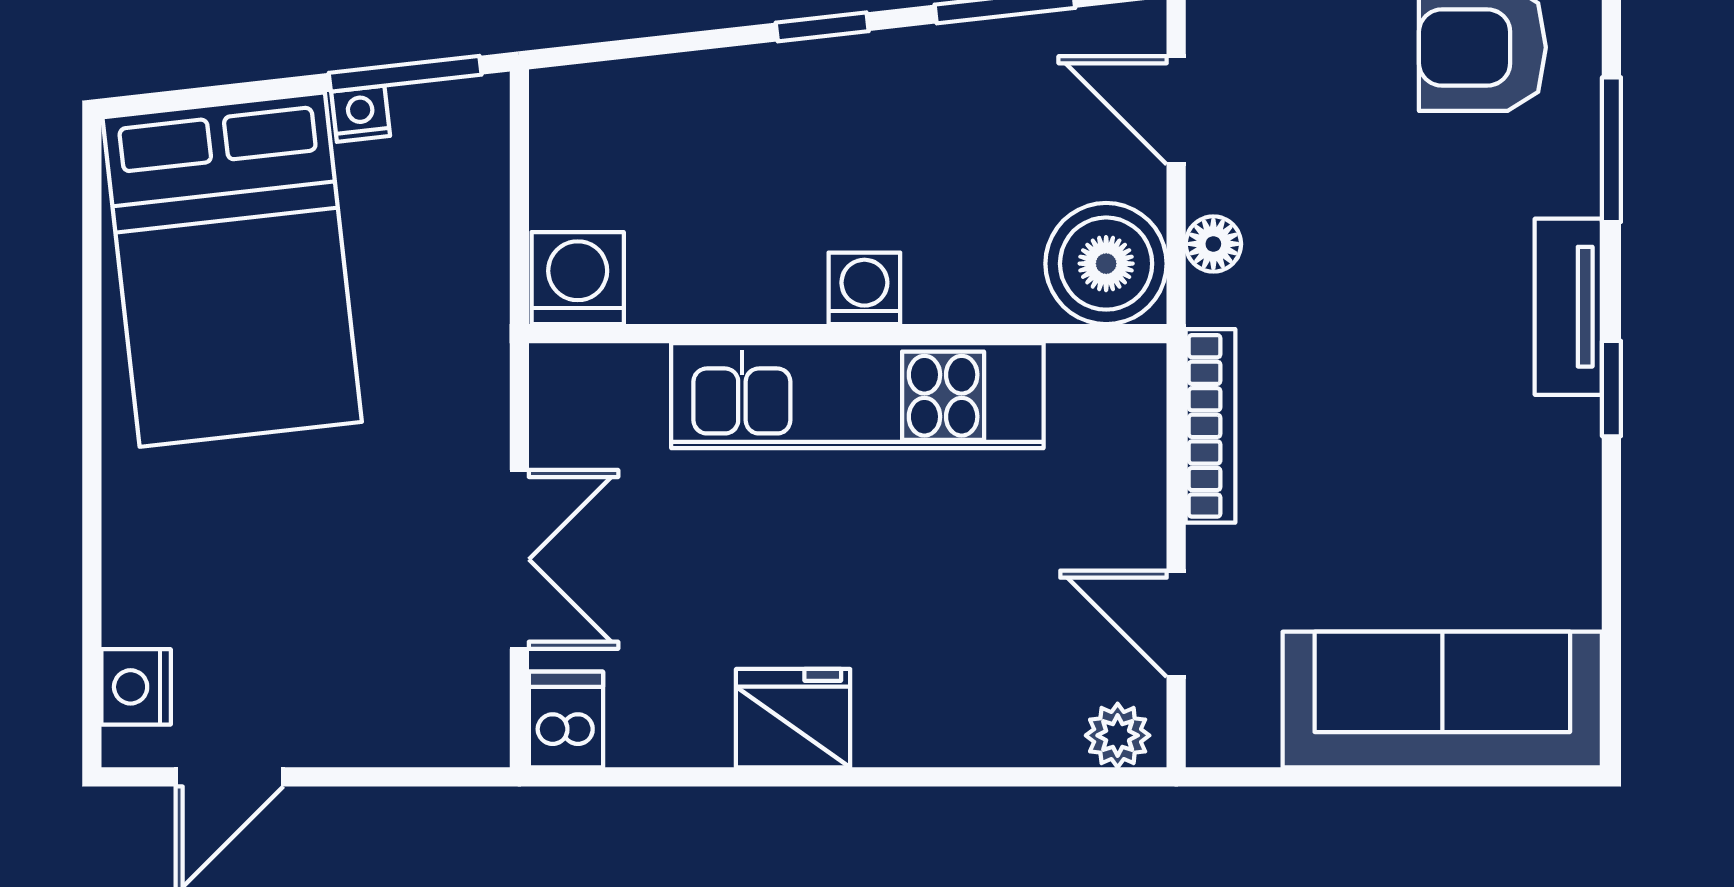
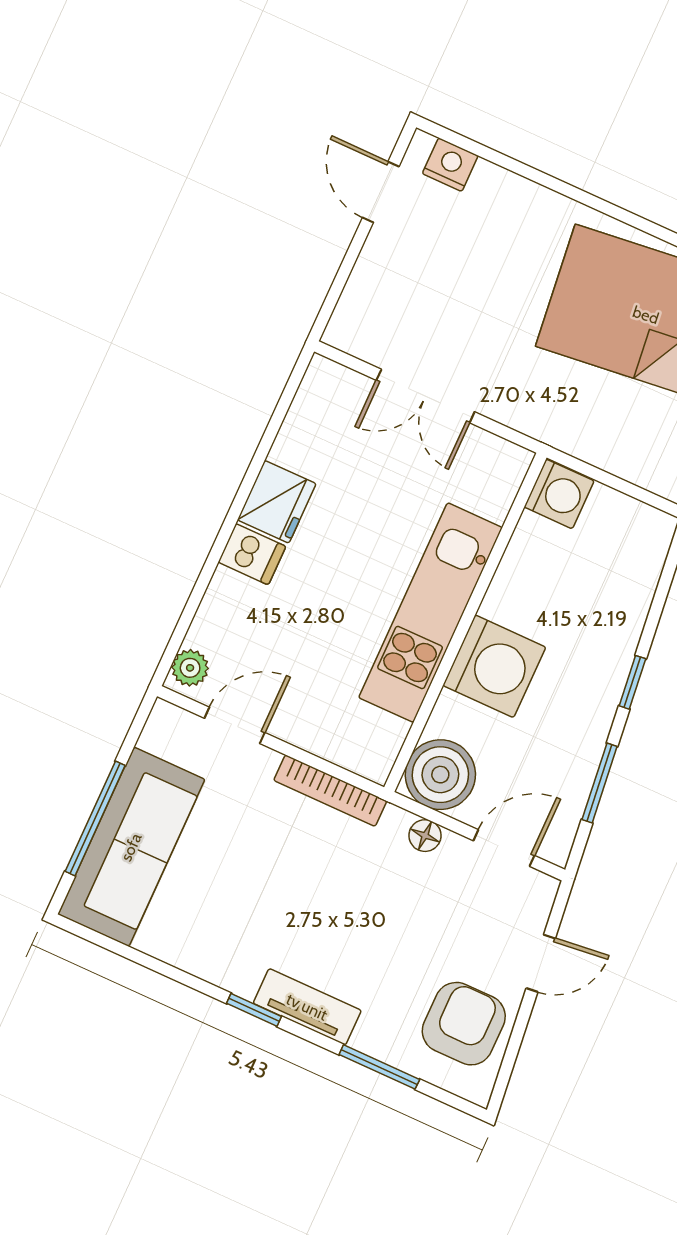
washing machine: (864, 288) -> (494, 666), width x1.89, depth x1.89
dishwasher: (566, 720) -> (252, 554), moved
window: (1424, 777) -> (95, 818), added

